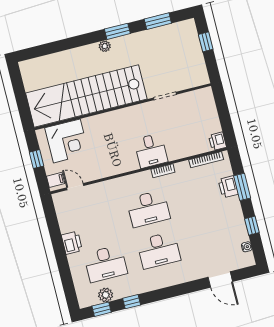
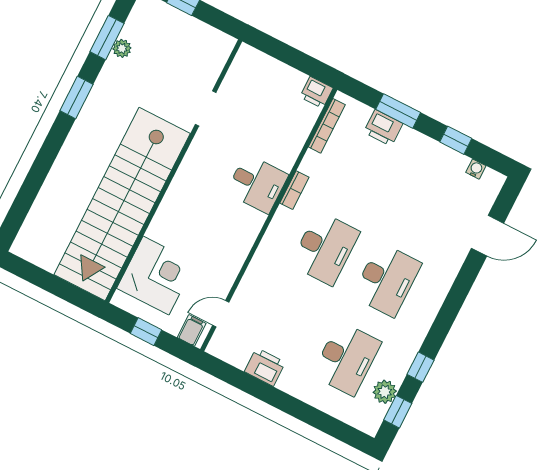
plant: (105, 46) -> (122, 48), moved
printer: (72, 243) -> (265, 367), moved

